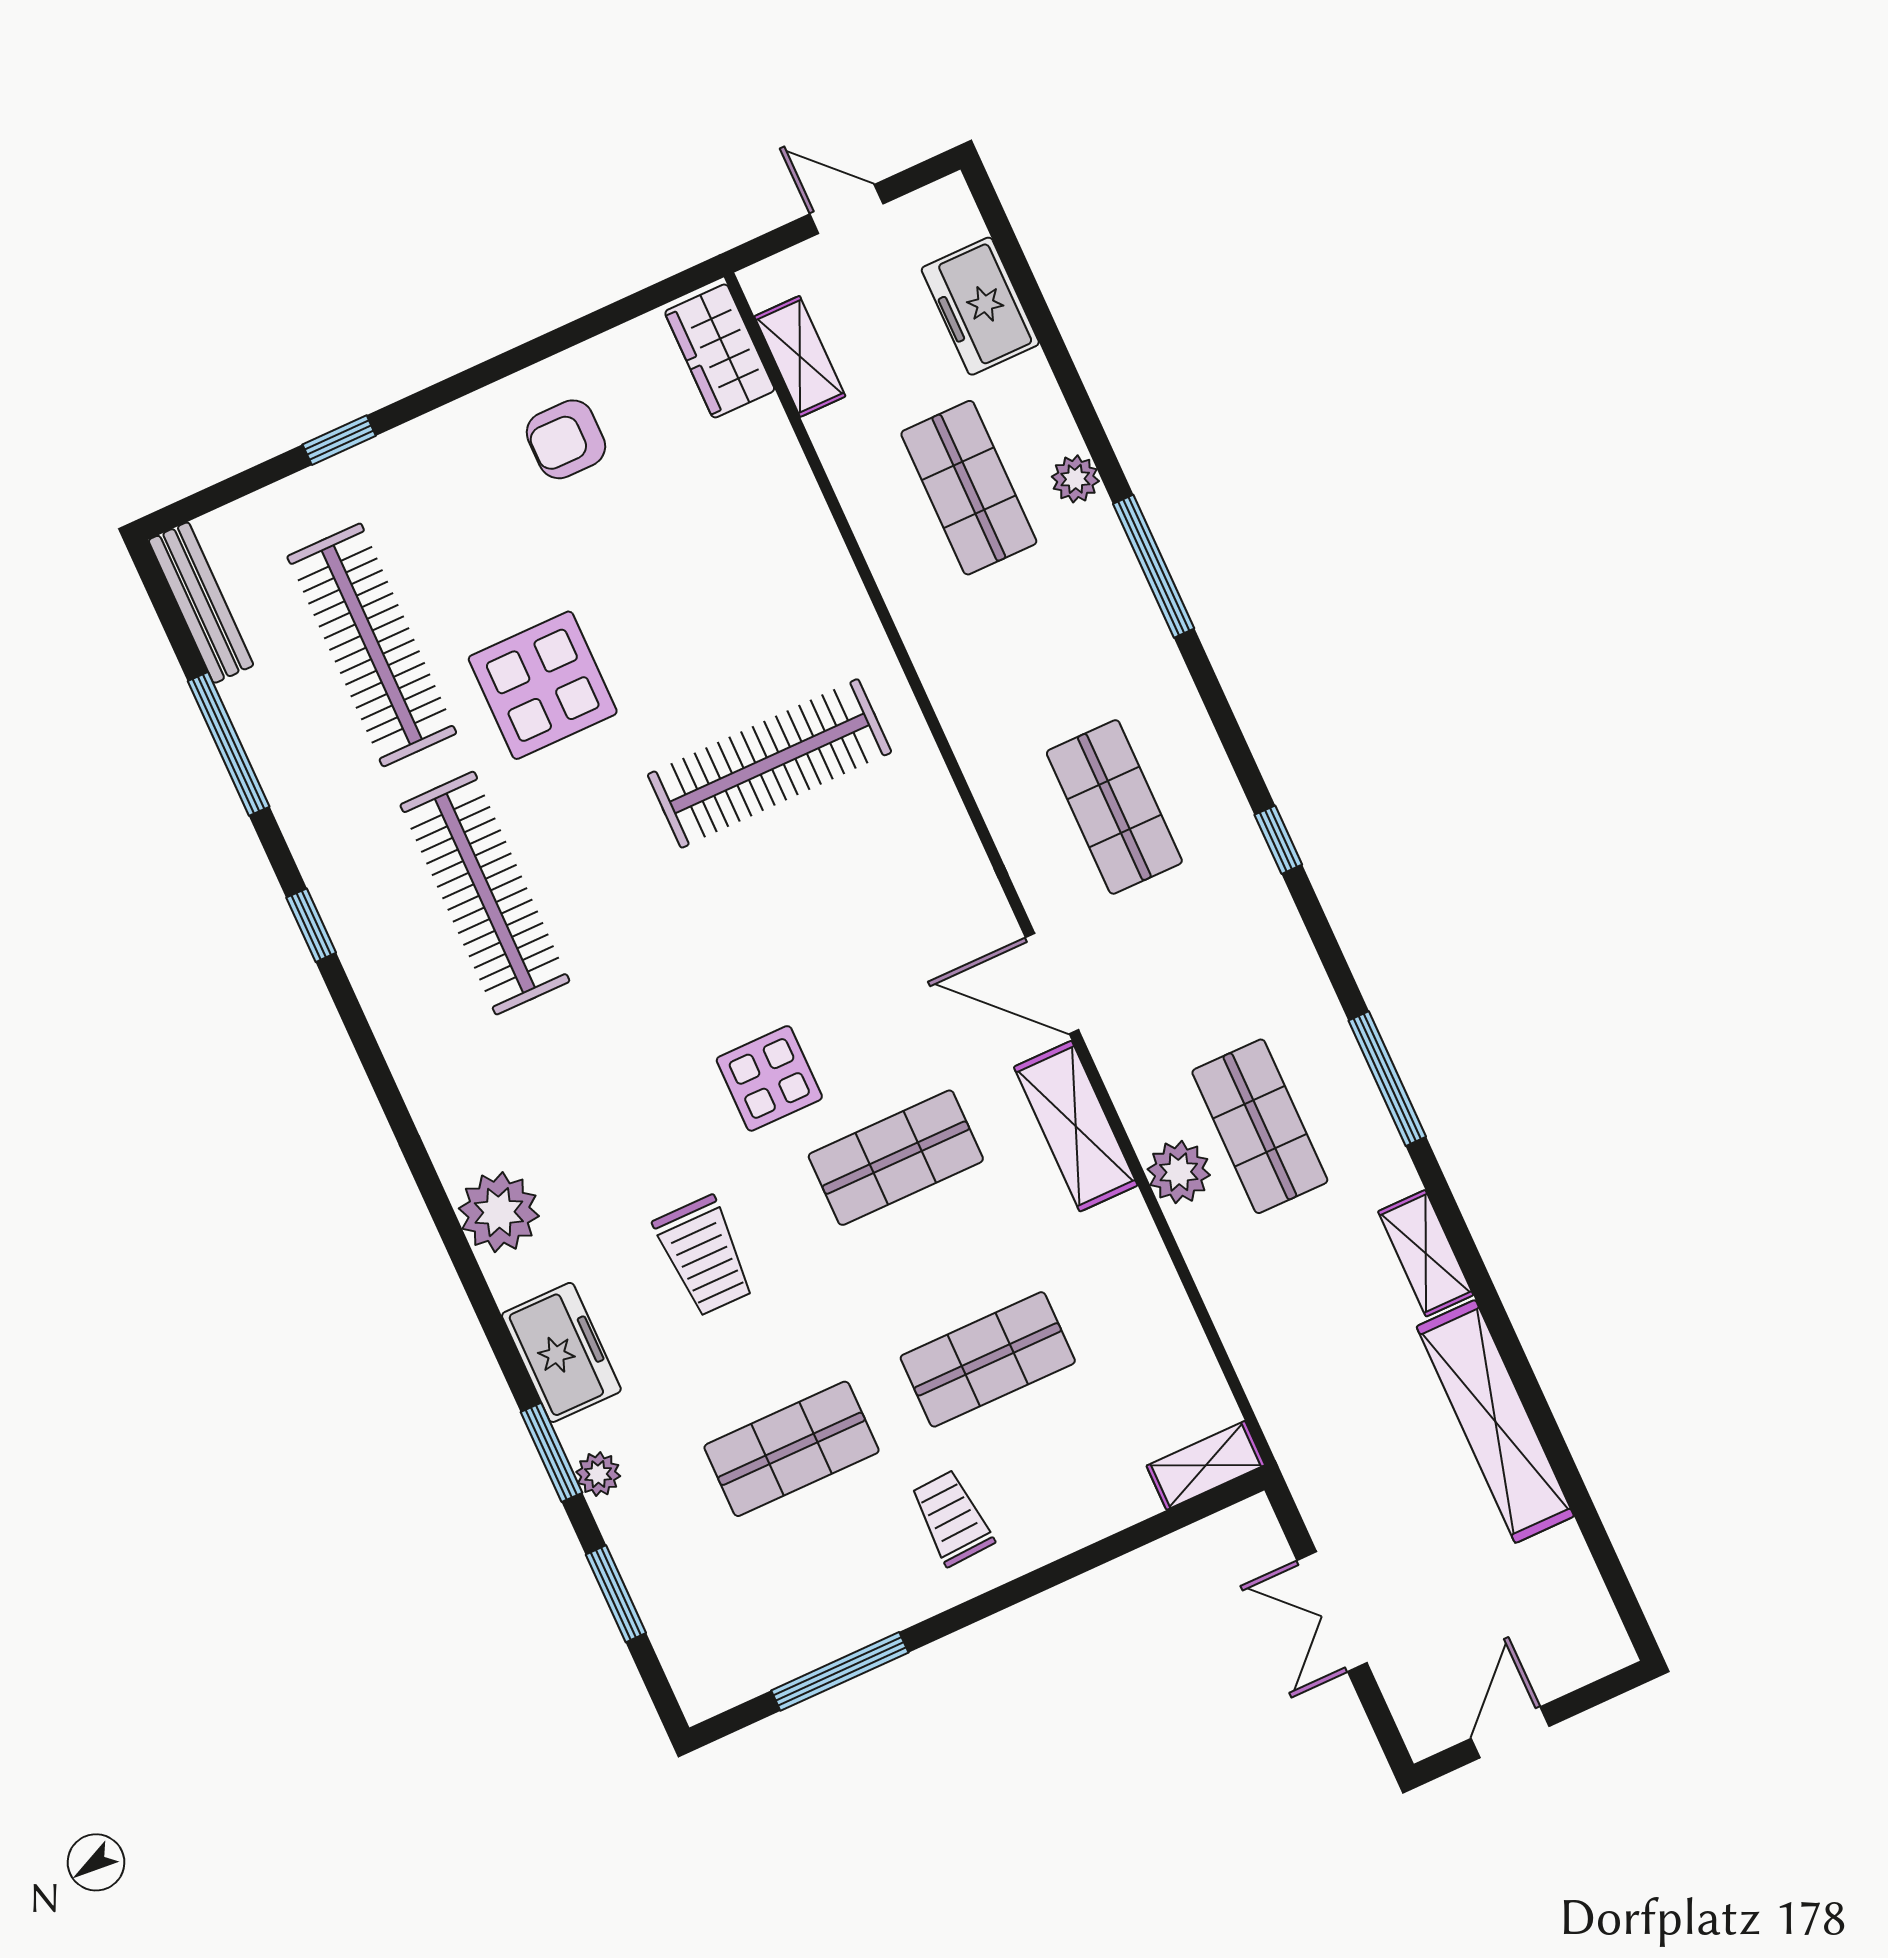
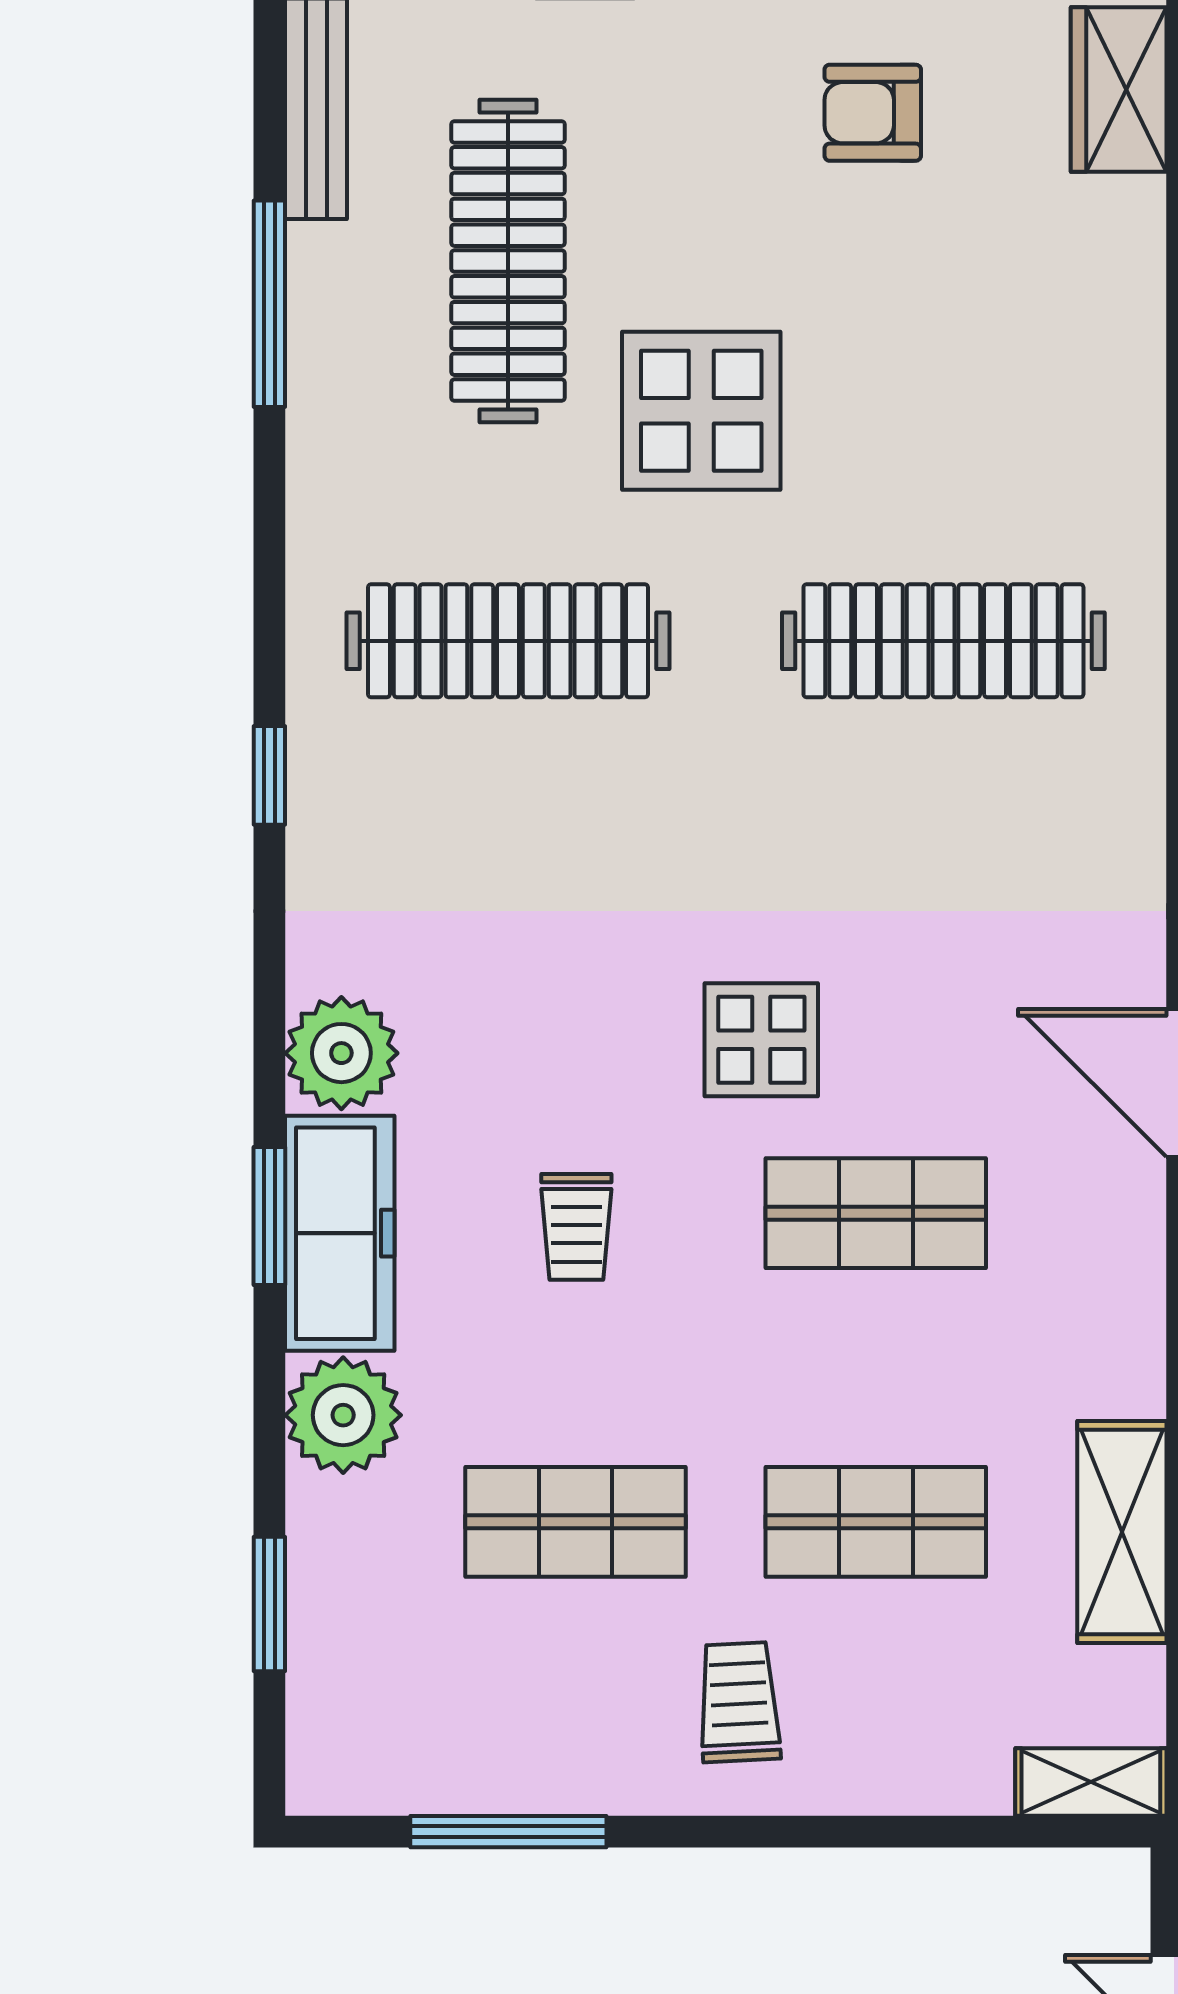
clothes rail: (485, 893) -> (508, 641), turned 90
window: (311, 925) -> (269, 775), moved
shelving: (1076, 1126) -> (1122, 1532), moved
trolley: (704, 1256) -> (576, 1227), width x0.73, depth x0.72
freezer: (561, 1352) -> (340, 1233), width x1.40
window: (551, 1452) -> (269, 1216), moved
plant: (598, 1474) -> (343, 1415), width x1.88, depth x1.88

